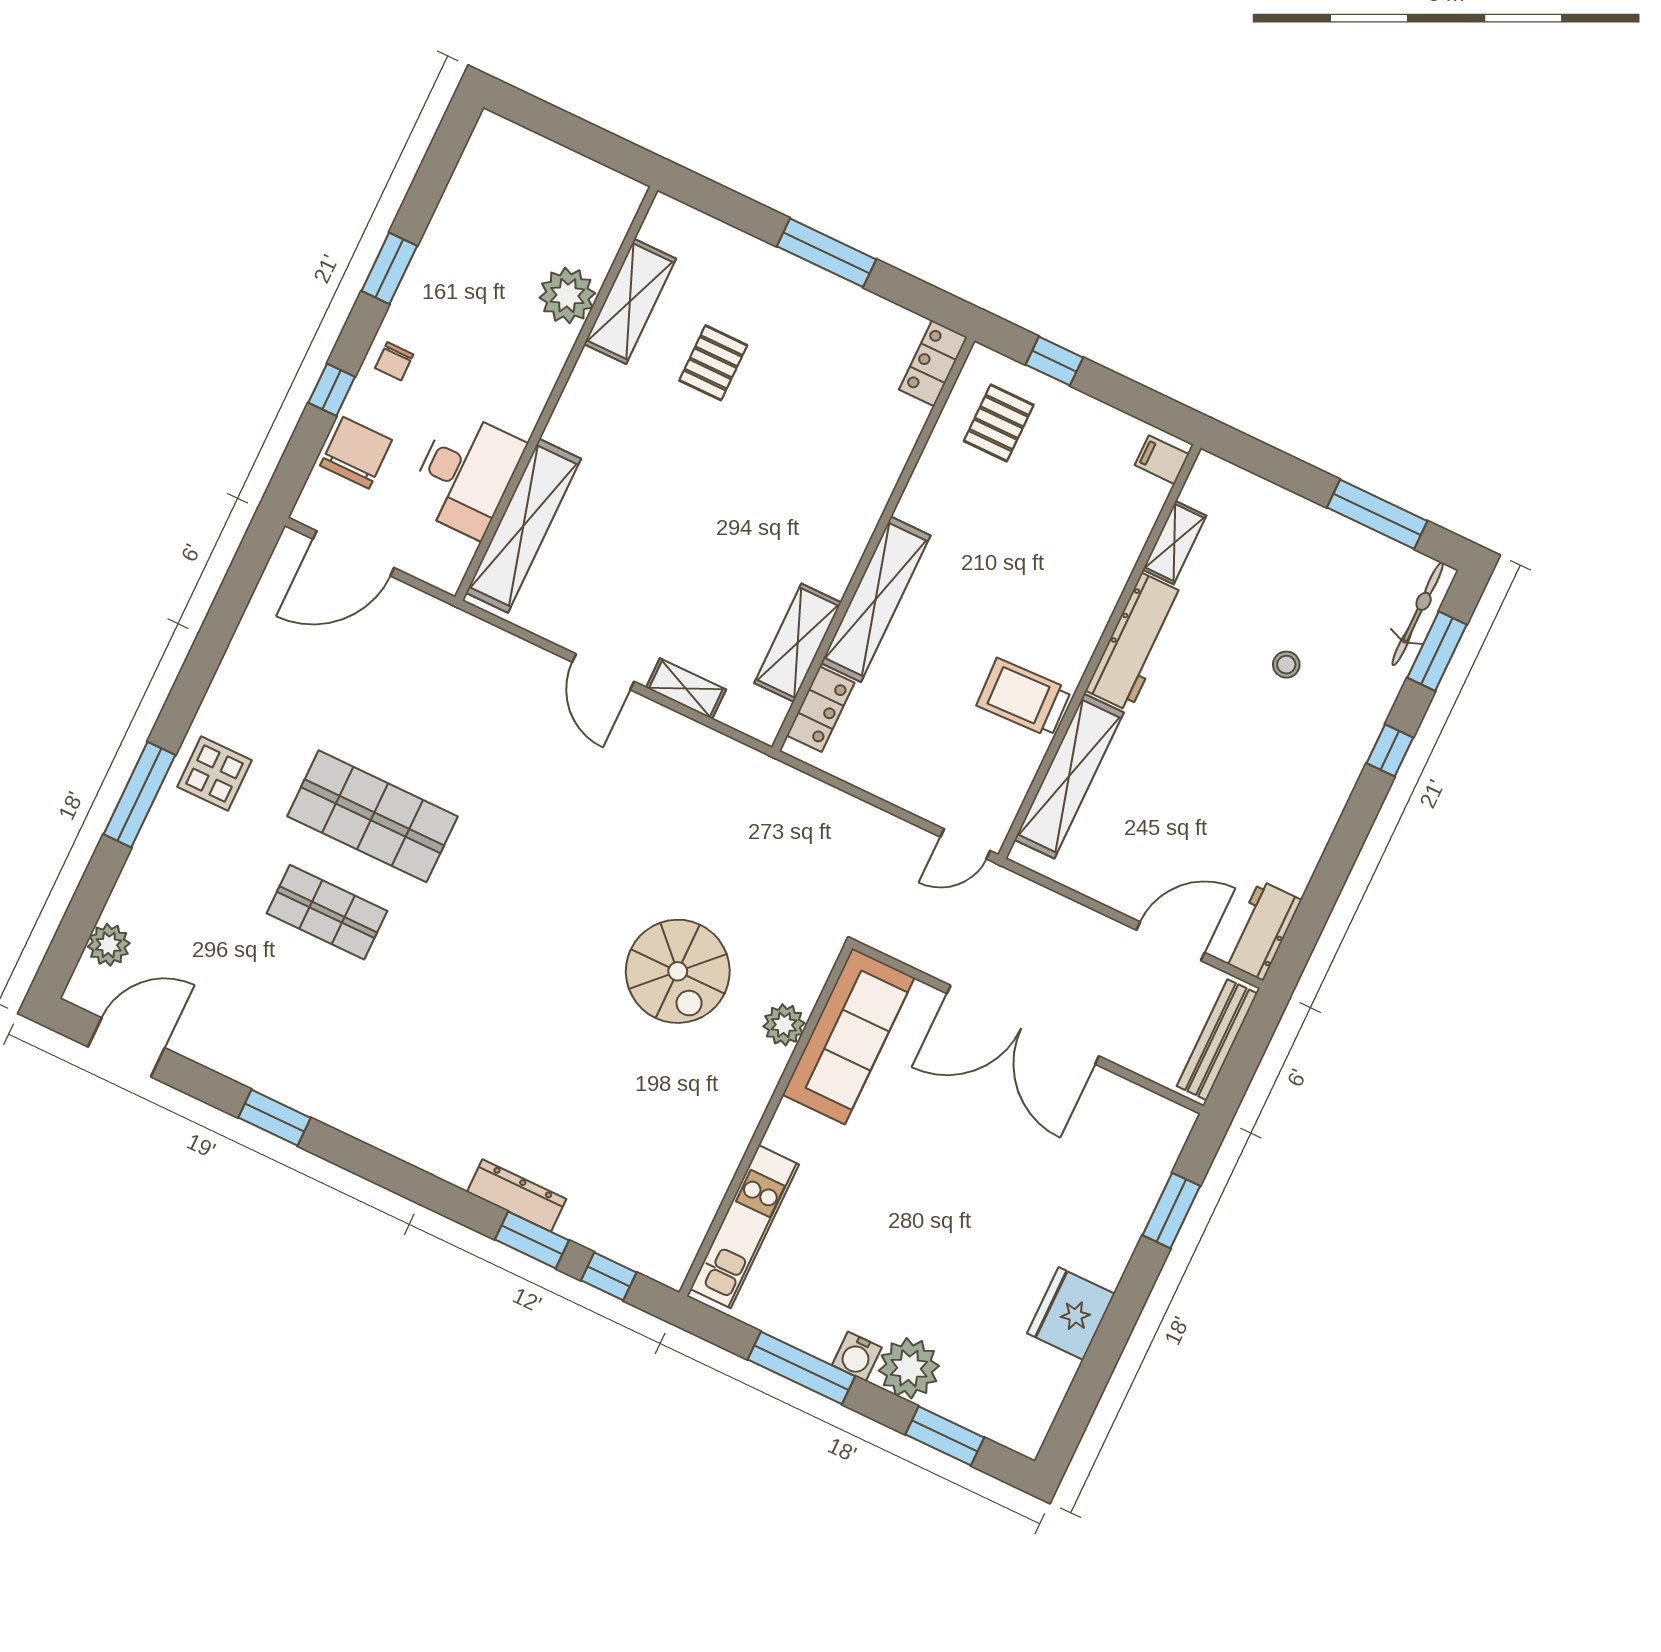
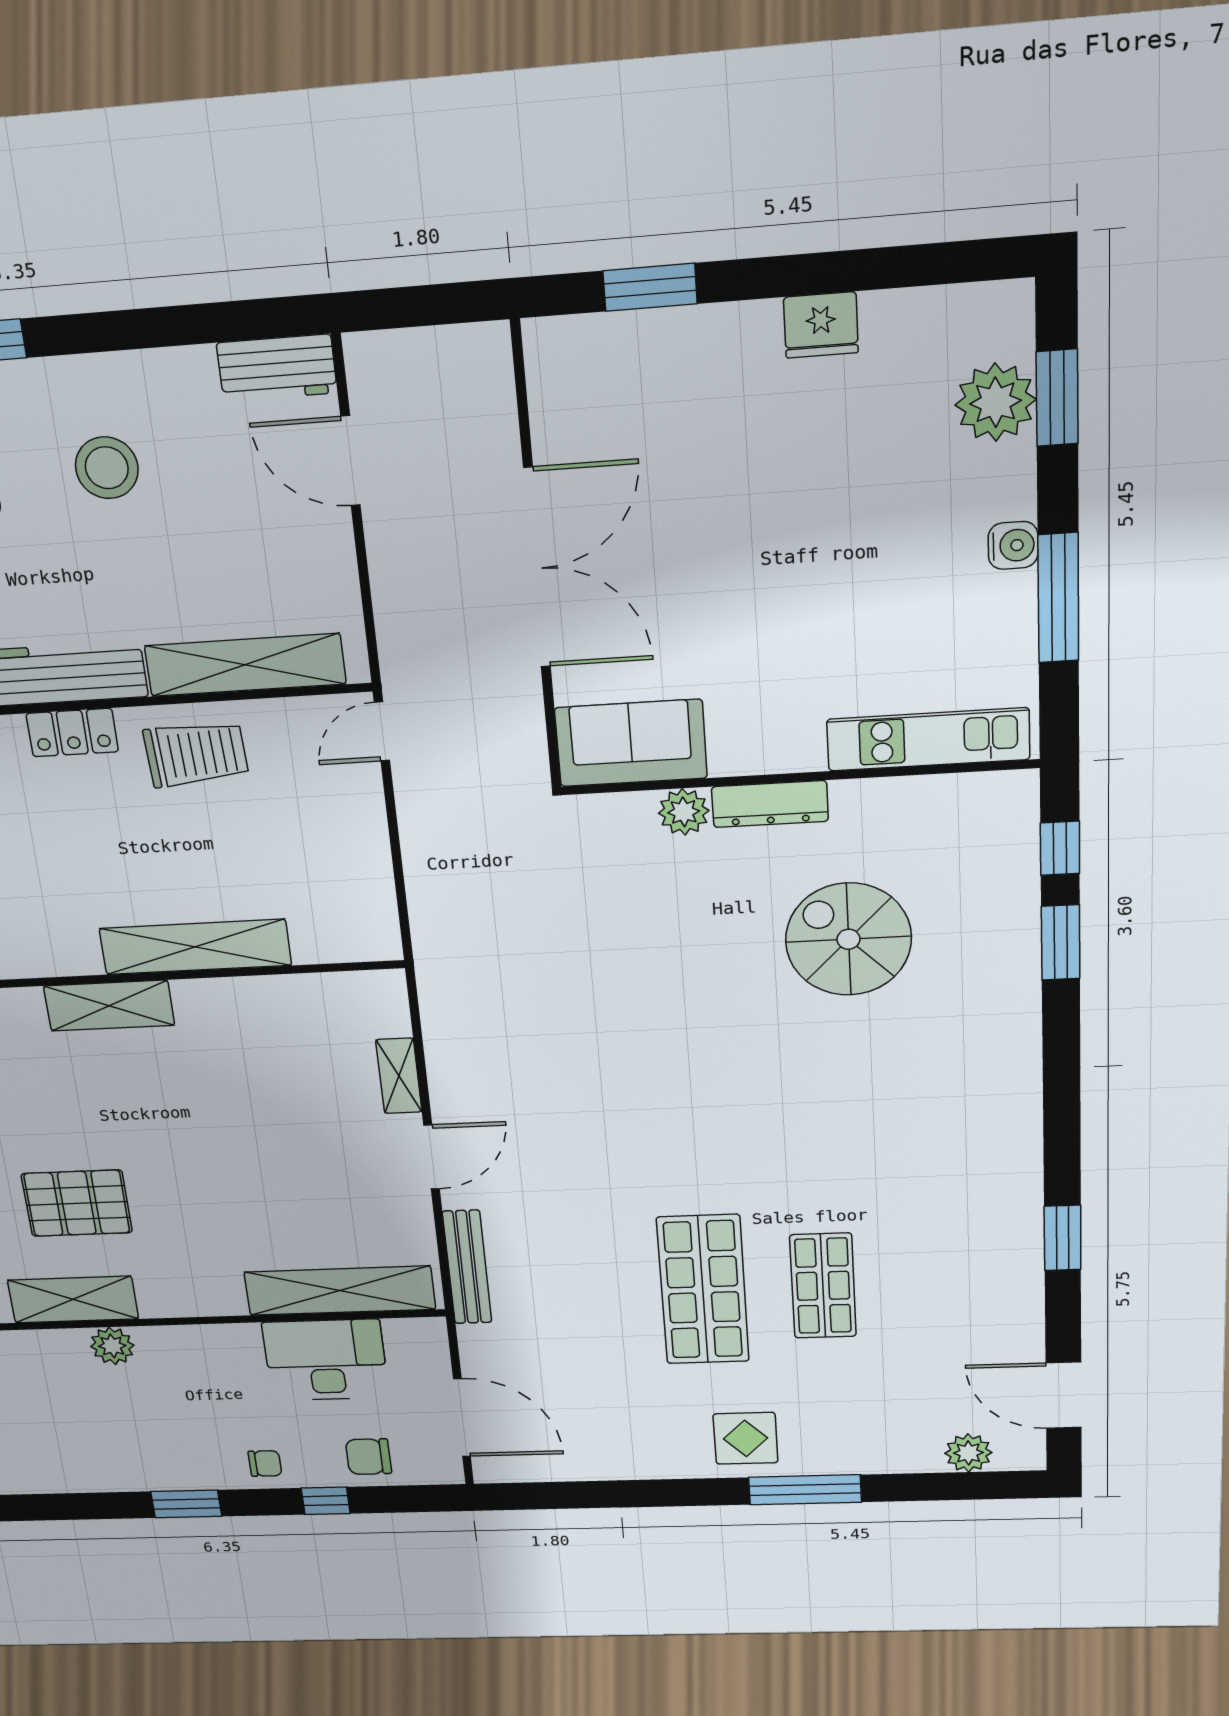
plant: (567, 295) -> (112, 1346), width x0.73, depth x0.73
pallet: (713, 363) -> (77, 1203), width x1.50, depth x1.42
chair: (356, 453) -> (368, 1457), width x0.73, depth x0.73
shelving: (798, 643) -> (109, 1006), moved
trolley: (1024, 698) -> (196, 754), turned -91
locker: (821, 709) -> (72, 733), moved, turned 180
stool: (1262, 769) -> (107, 468), added
door: (965, 844) -> (382, 731), swing flipped
spiral stairs: (678, 971) -> (848, 939), moved, turned -90
sofa: (848, 1036) -> (631, 743), width x0.73
bench: (1217, 1040) -> (467, 1267), moved, turned 90
dresser: (517, 1195) -> (770, 804), moved, turned -90
fridge: (1071, 1314) -> (821, 325), width x0.73, depth x0.75
plant: (909, 1368) -> (996, 402), moved

